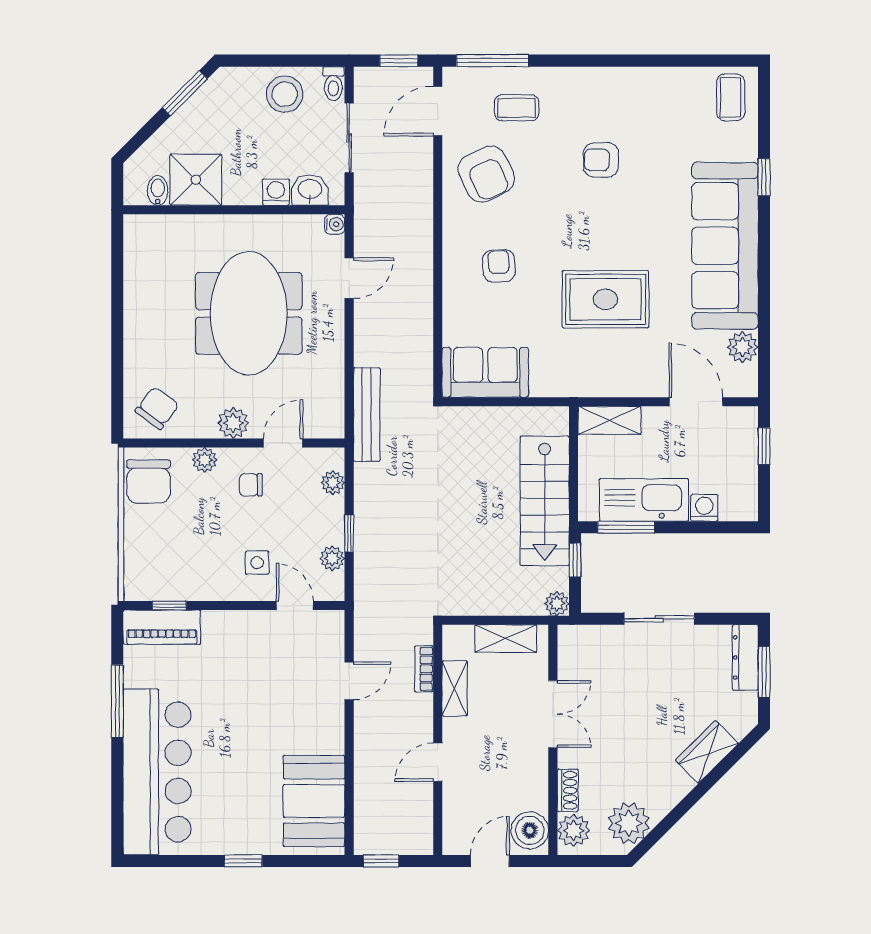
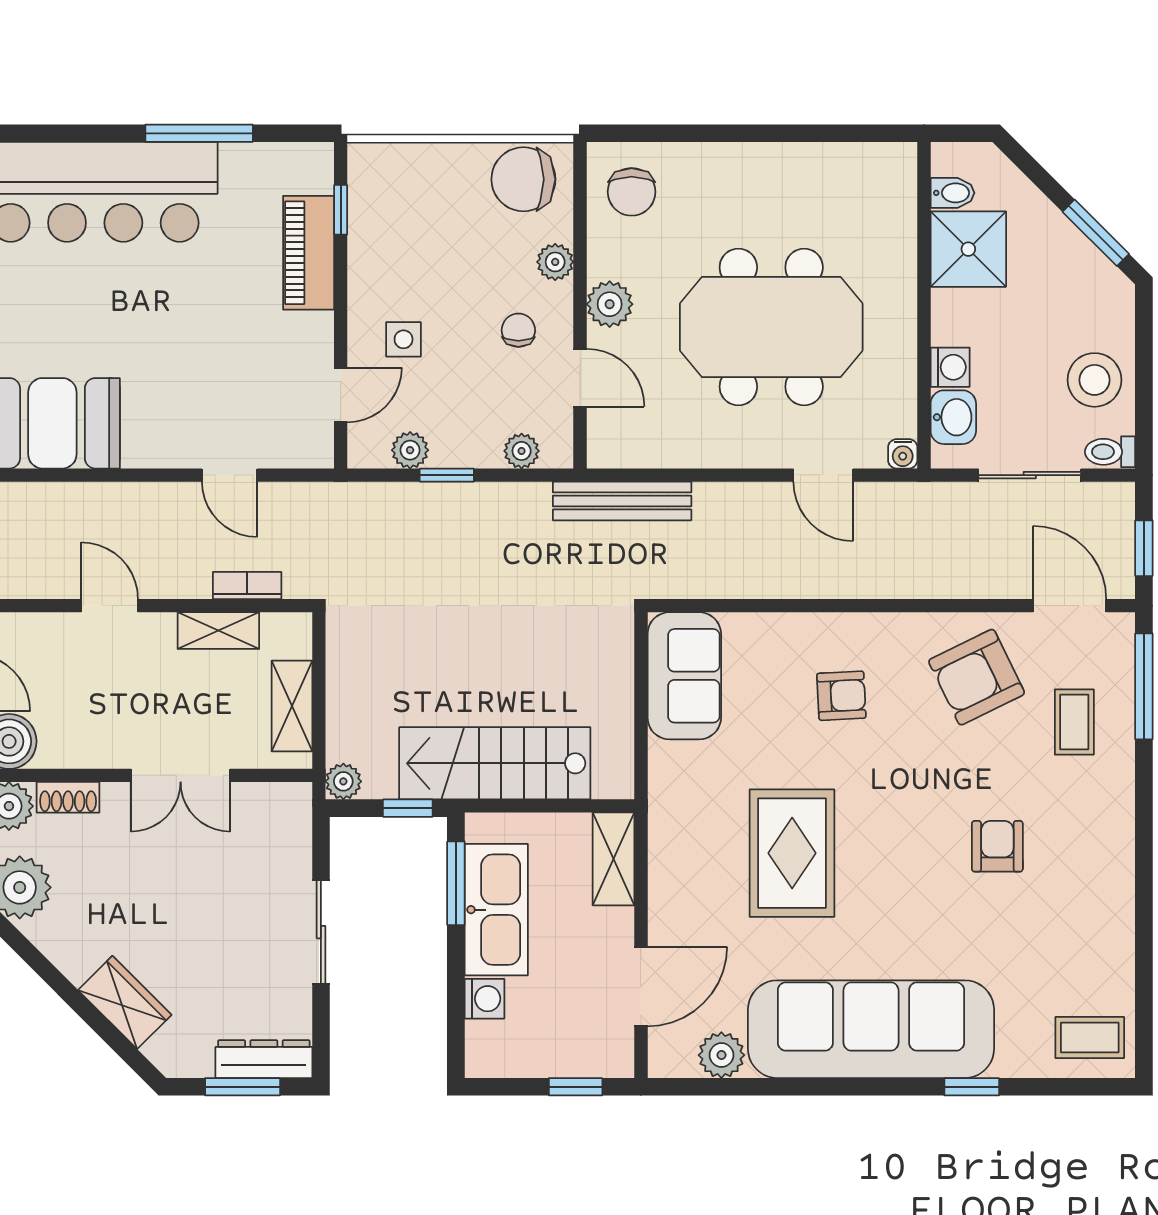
chair: (157, 408) -> (632, 192), turned 53
piano: (162, 627) -> (309, 253), moved

